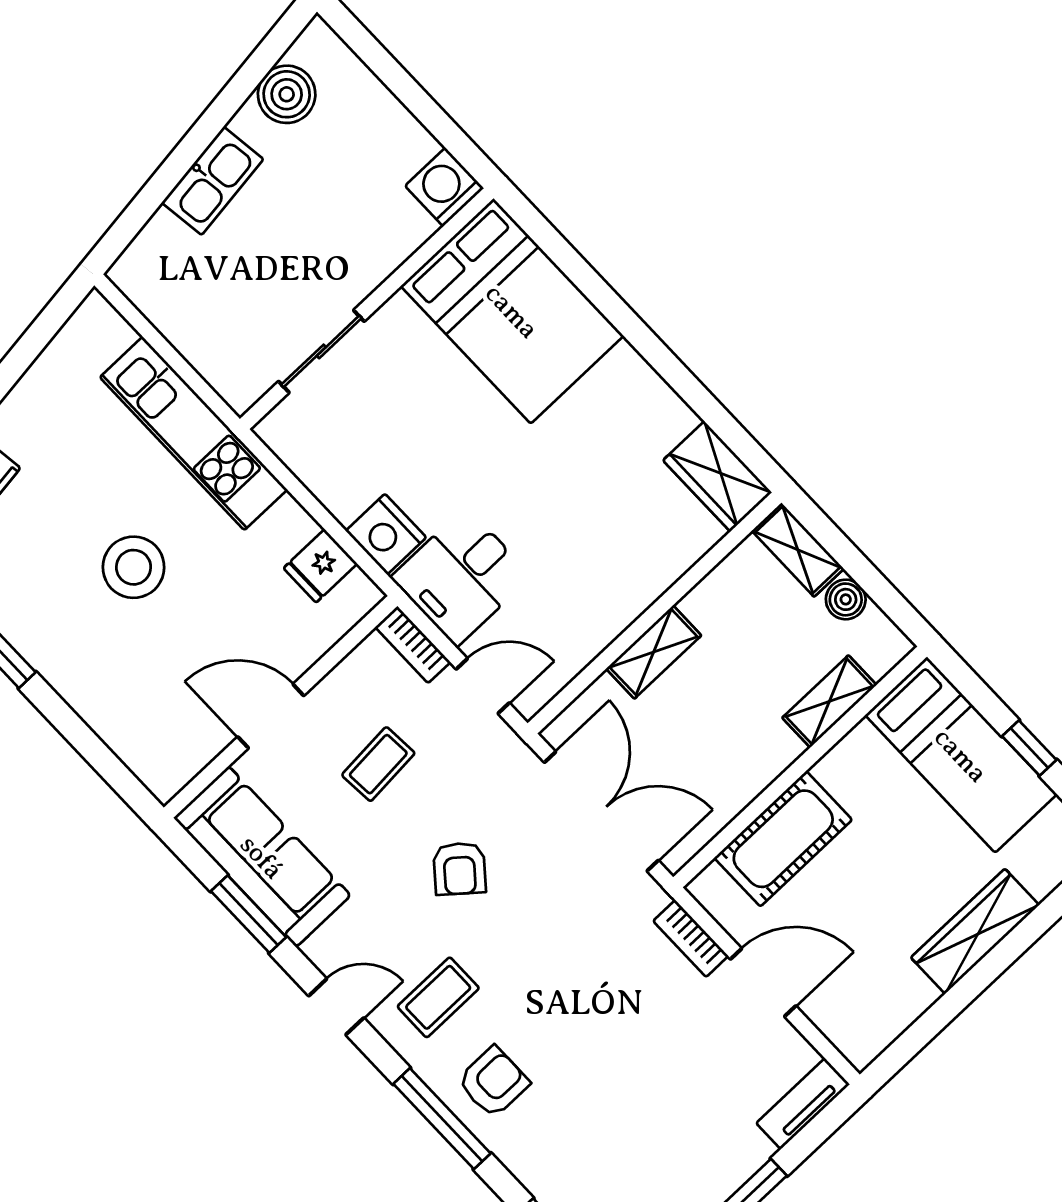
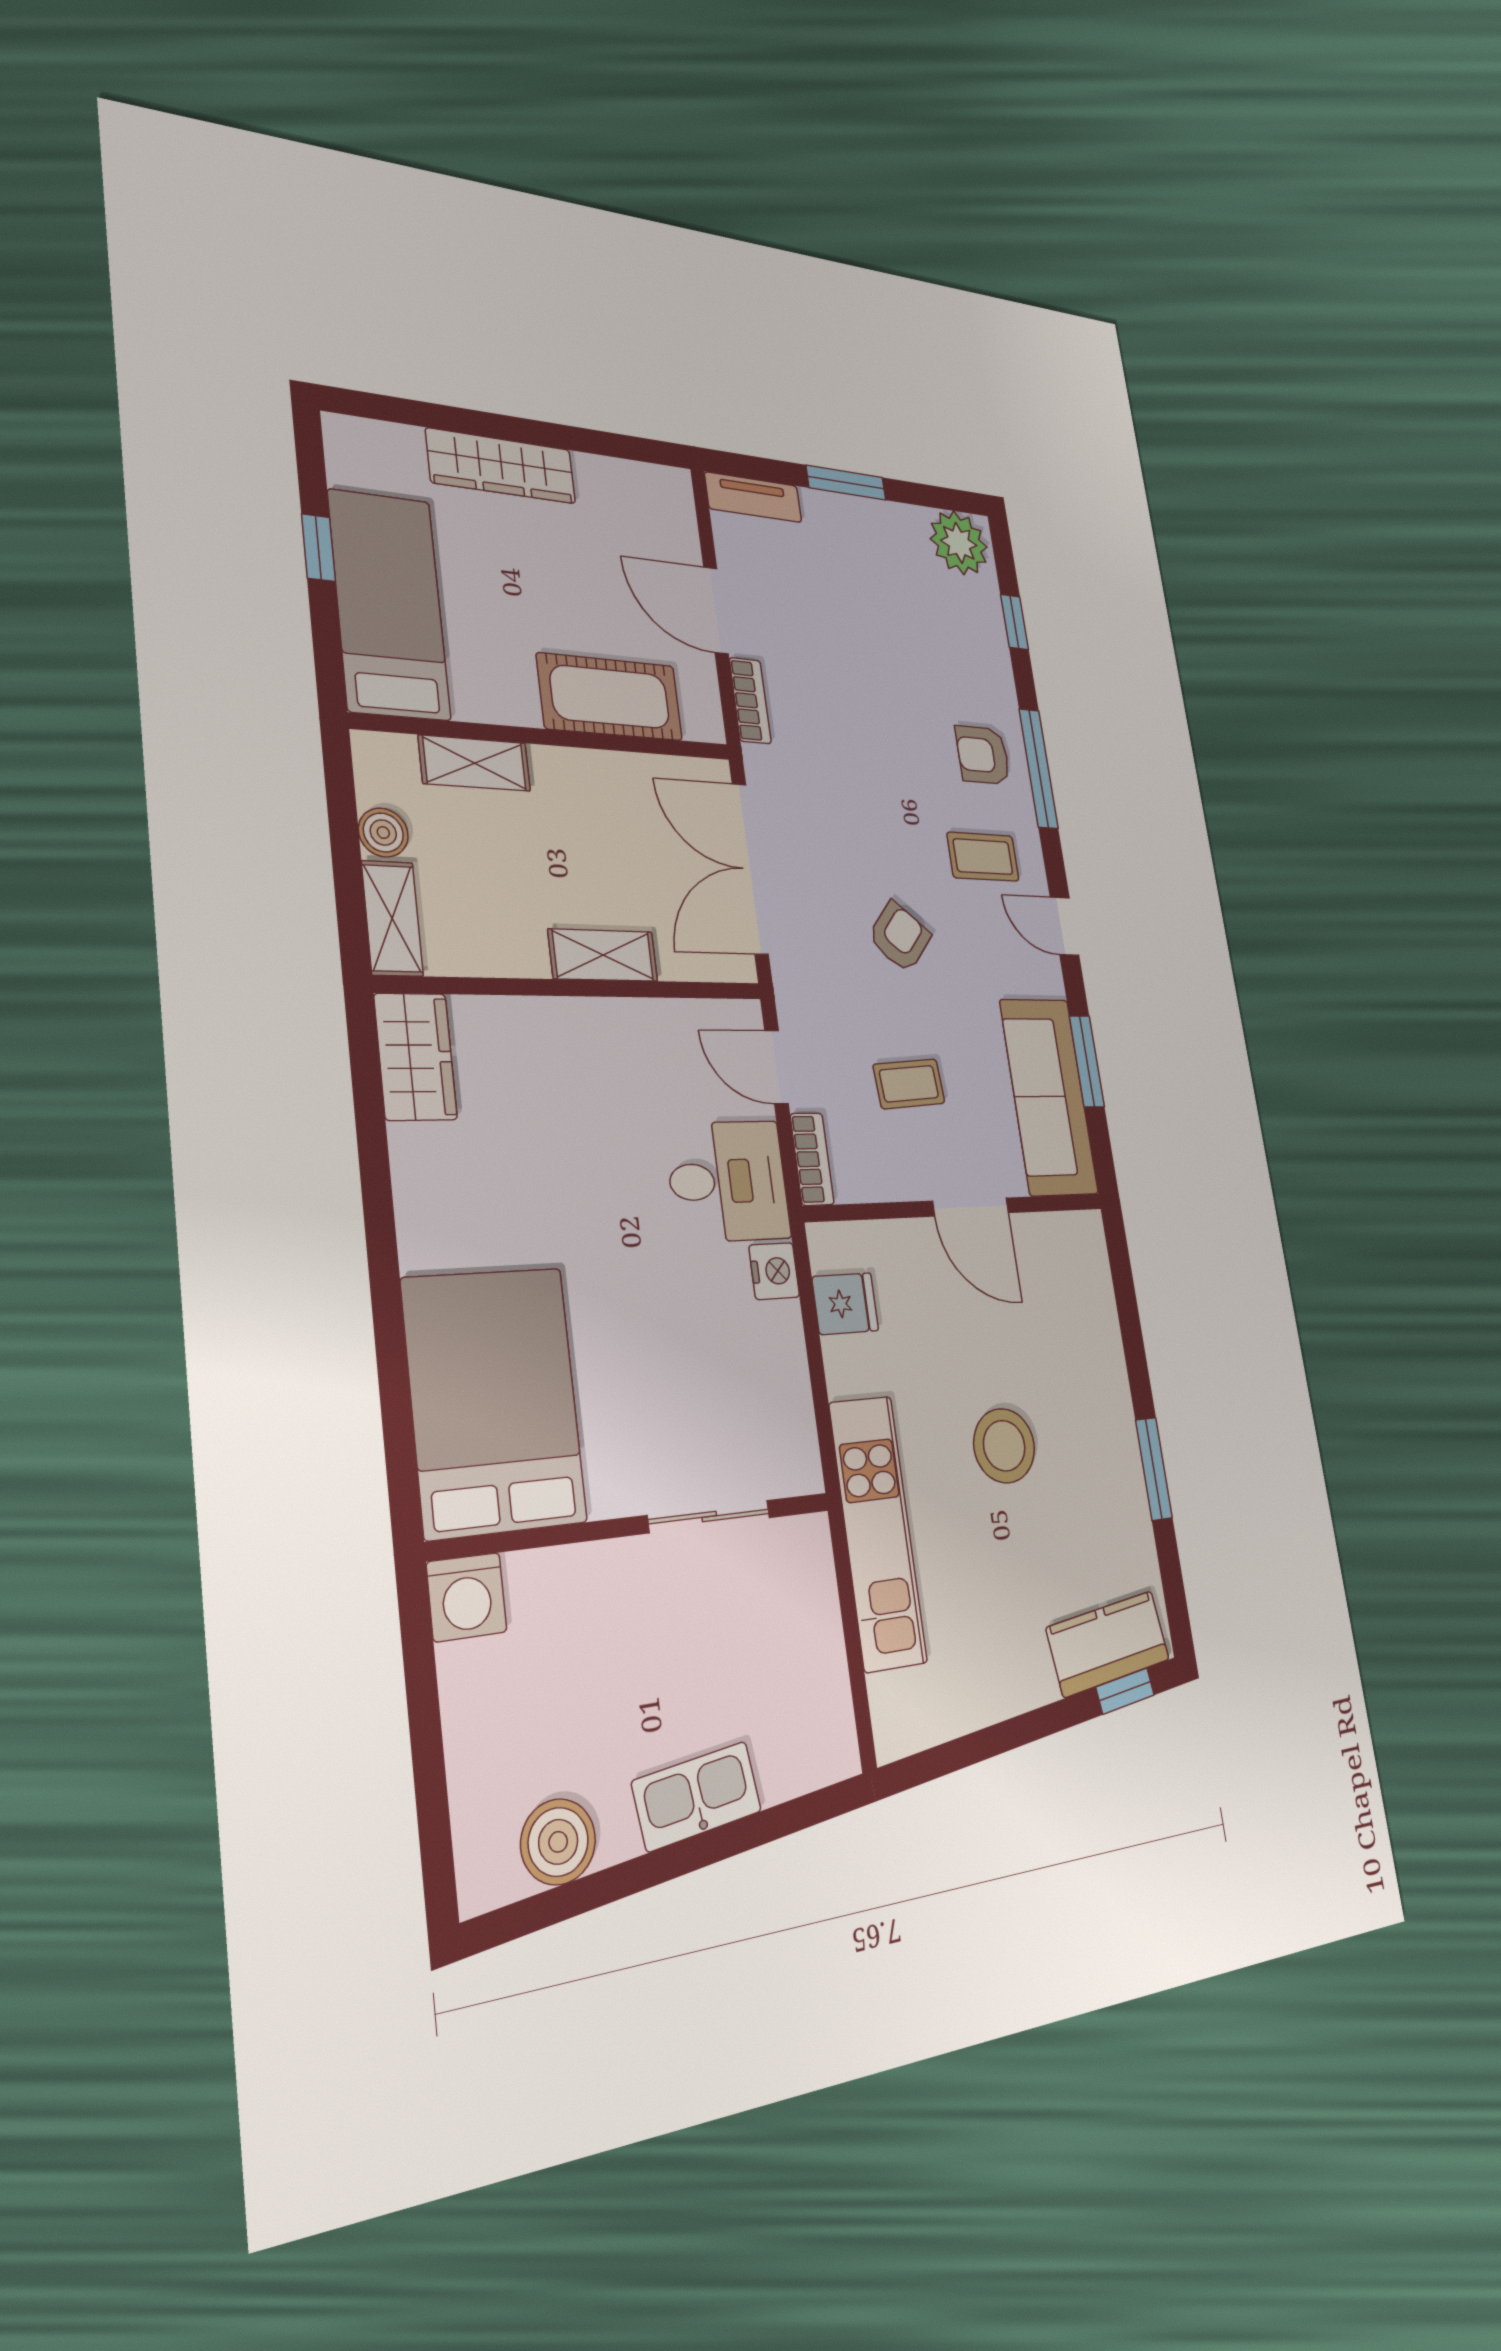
nightstand: (386, 534) -> (774, 1271), width x0.74, depth x0.75

